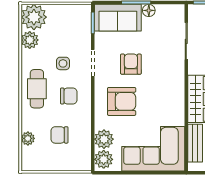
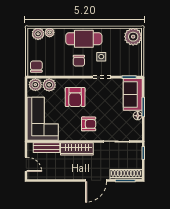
plant: (30, 40) -> (38, 34), moved
armchair: (131, 64) -> (89, 124), moved
cafe table: (37, 89) -> (84, 39), width x1.37, depth x1.35
chair: (59, 135) -> (36, 67), moved

